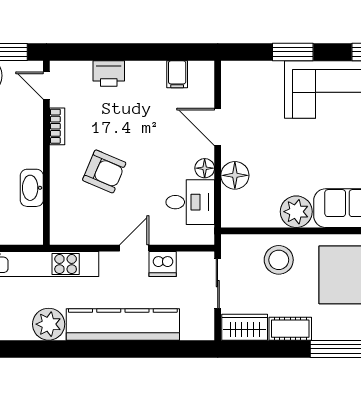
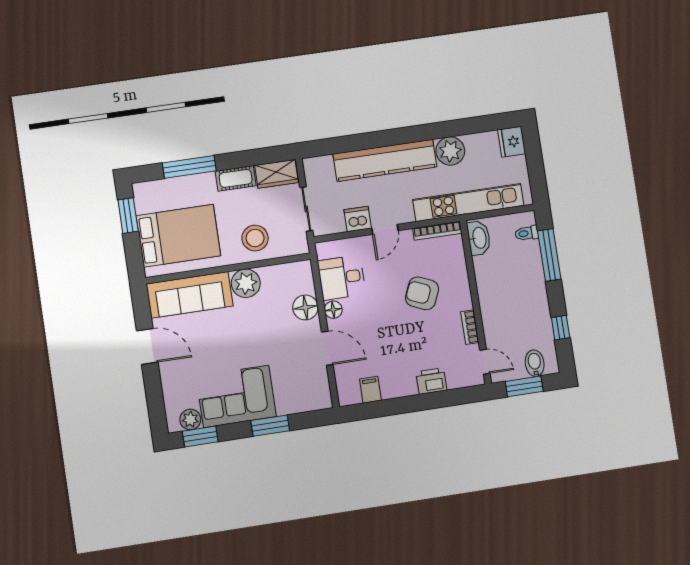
washbasin: (32, 188) -> (479, 238), moved
bookcase: (77, 238) -> (437, 231), added

